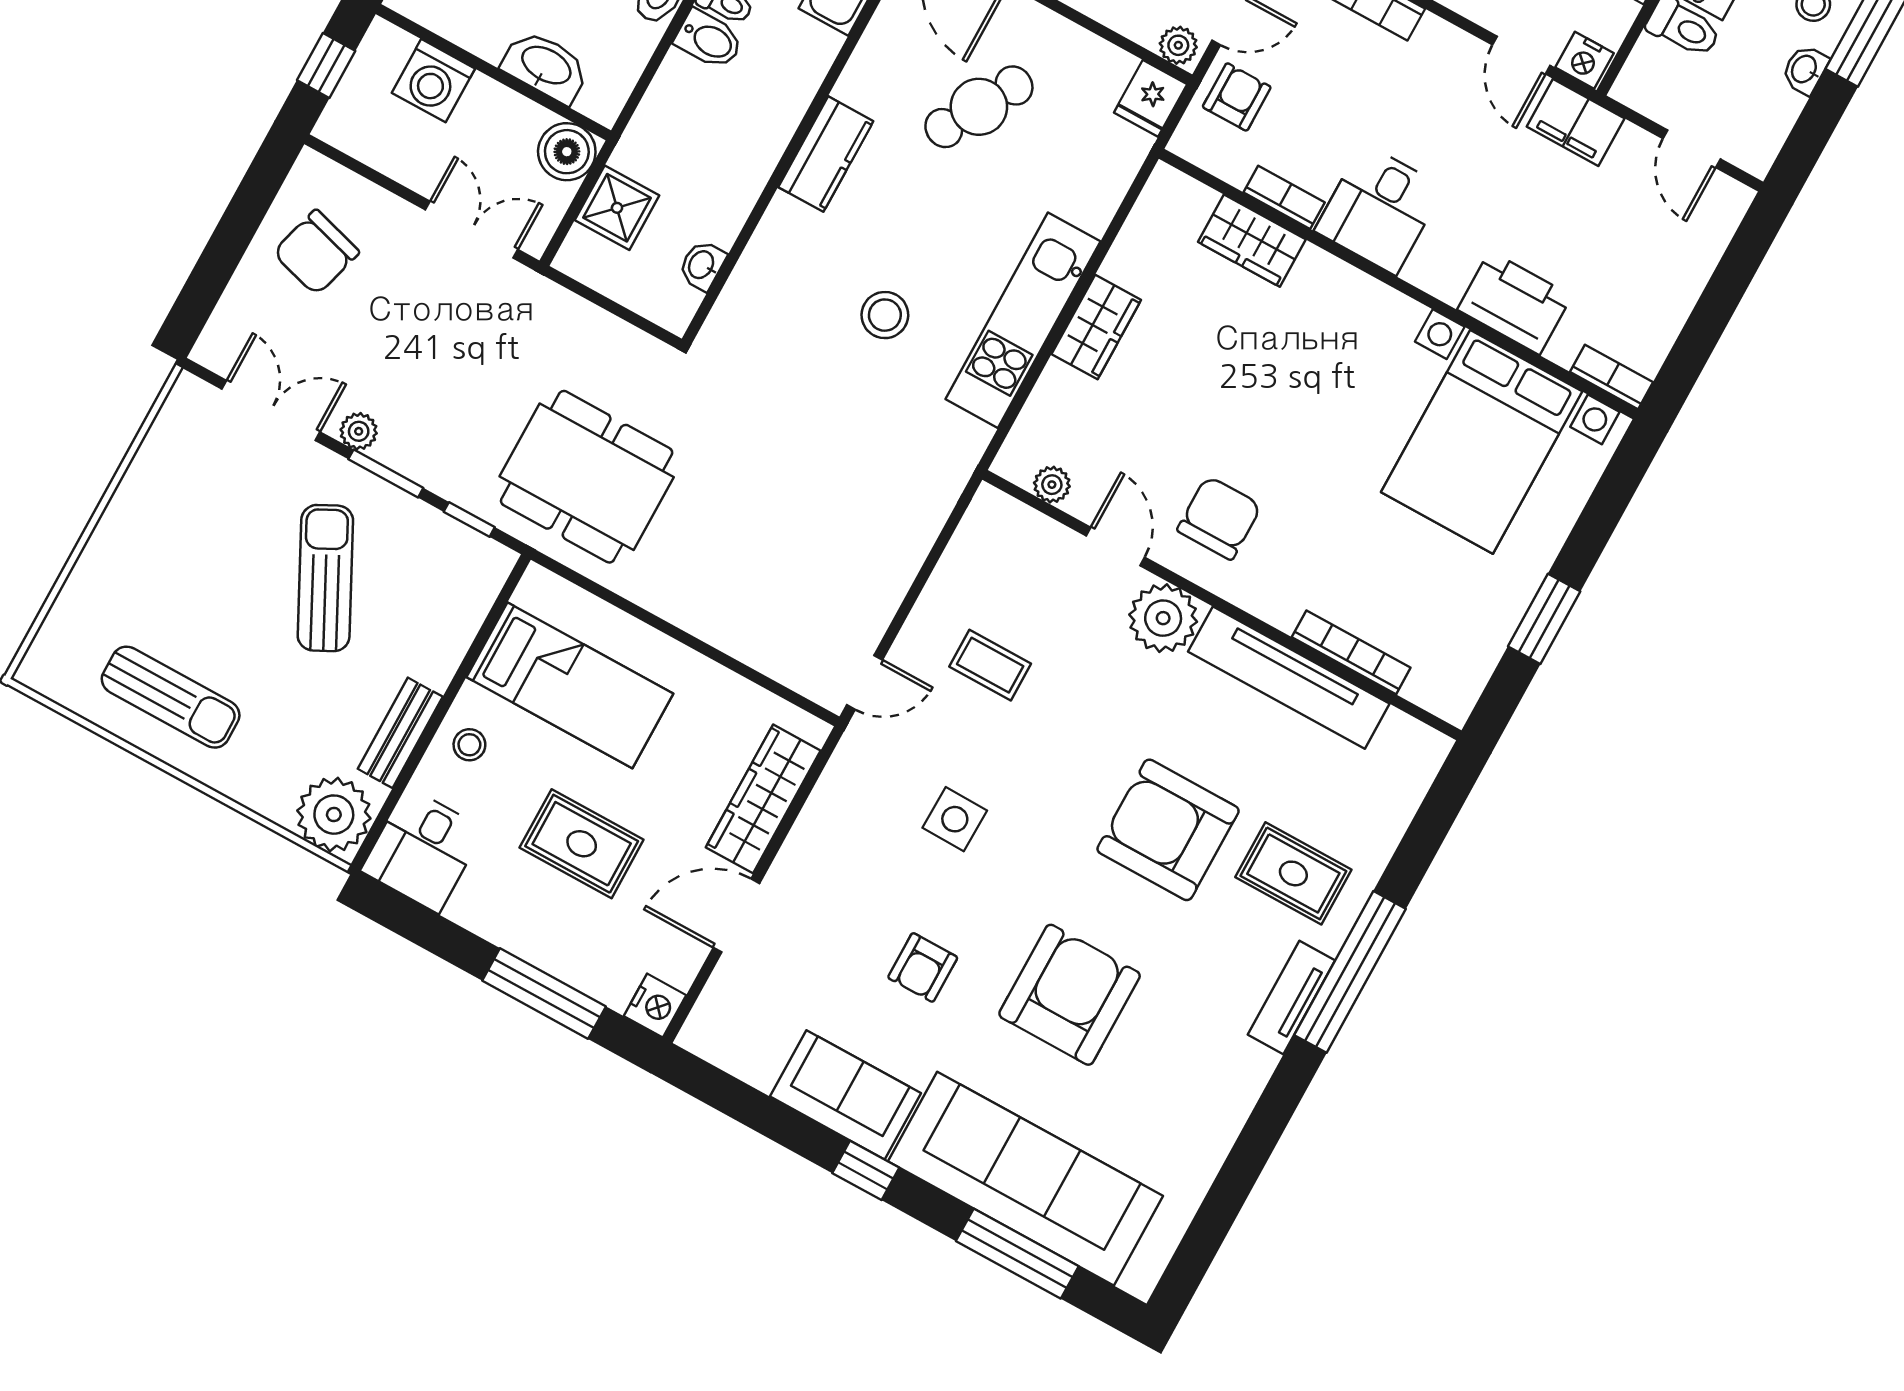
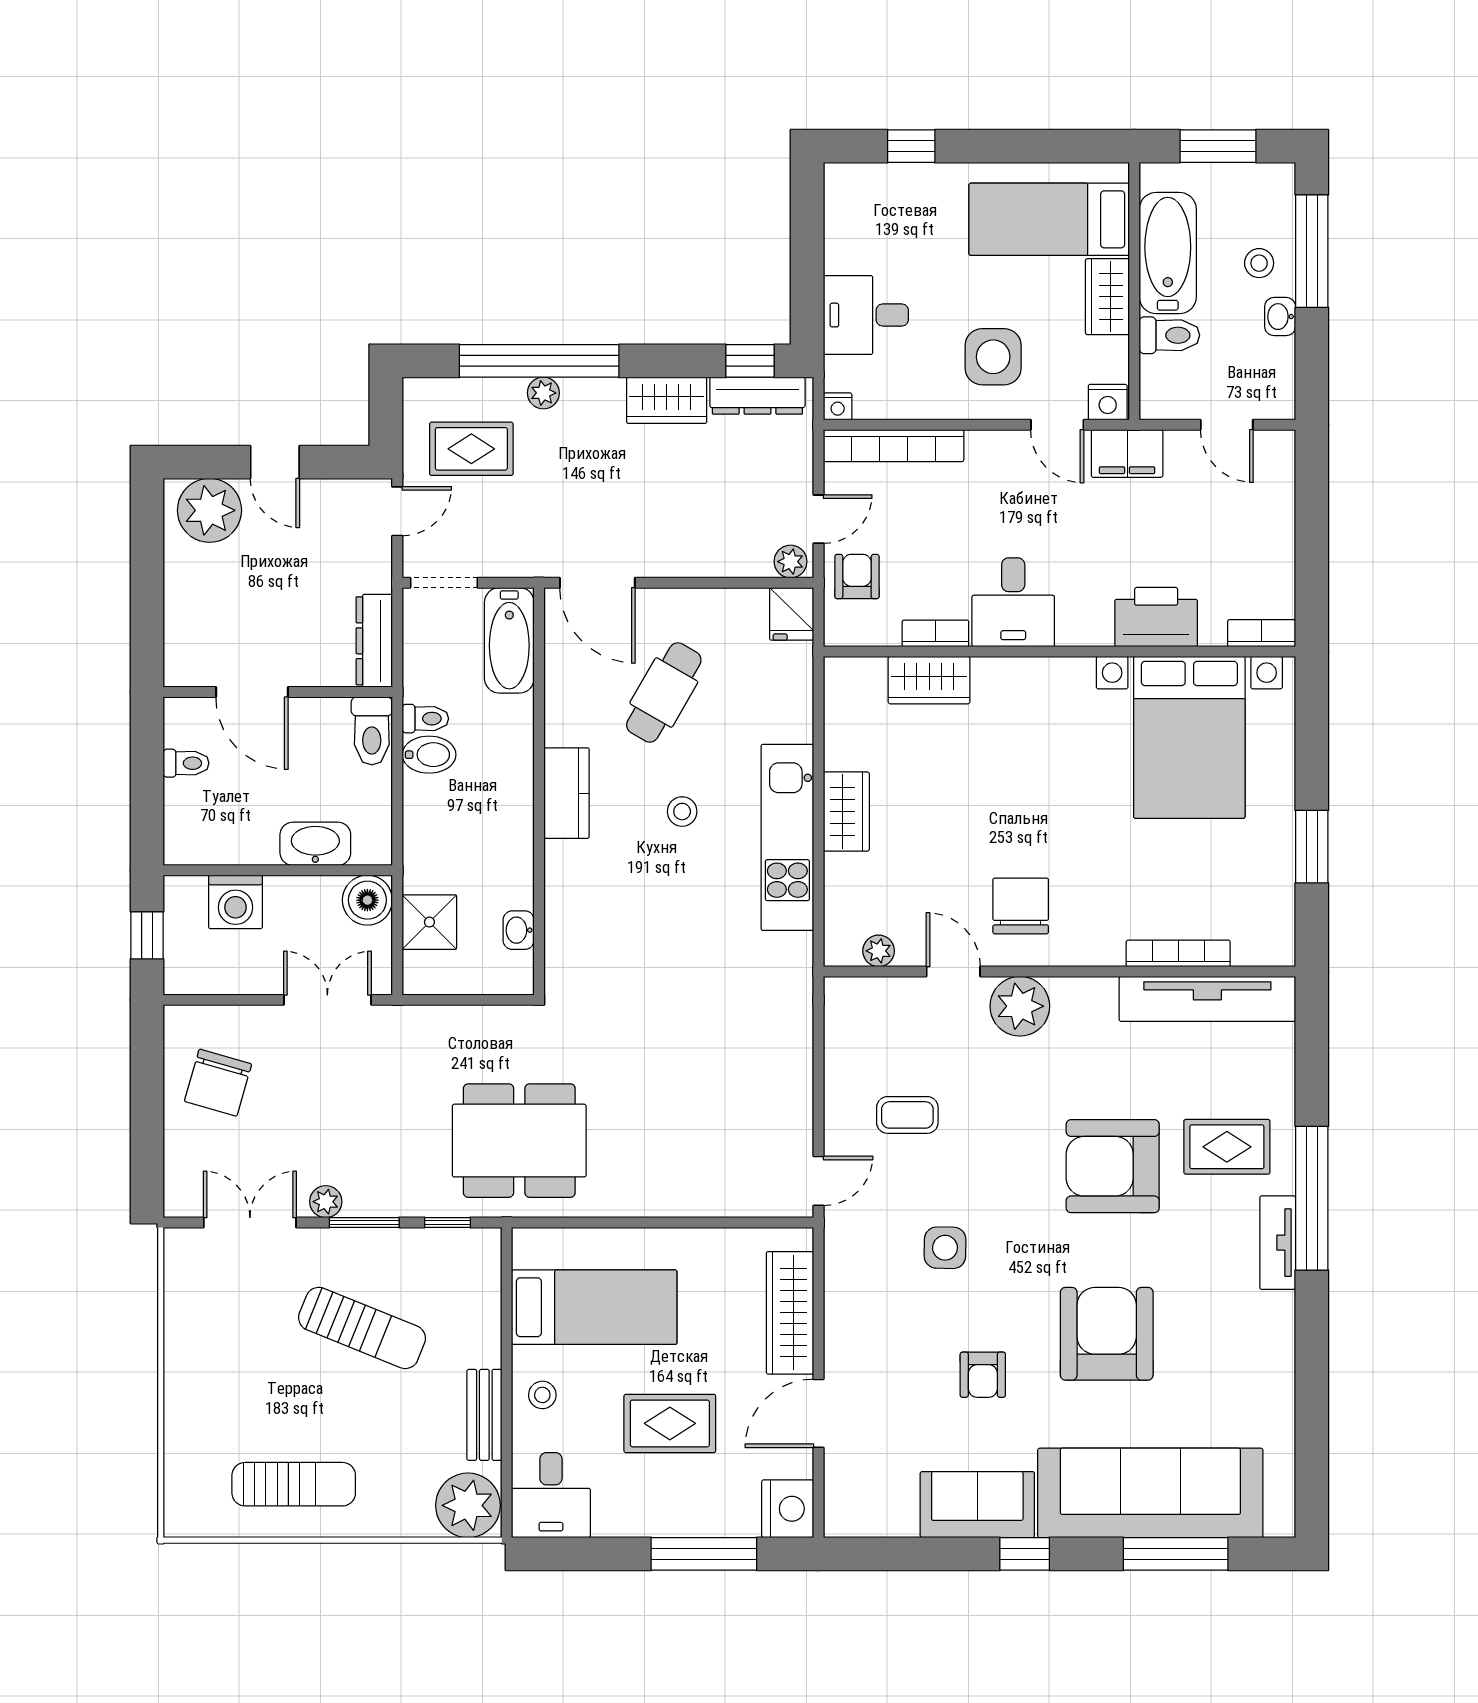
stool: (885, 315) -> (682, 812), moved, width x0.73, depth x0.73
sun lounger: (325, 578) -> (362, 1328), turned 139
tv unit: (1289, 678) -> (1207, 999), moved
nightstand: (655, 1006) -> (788, 1509), width x1.36, depth x1.33

